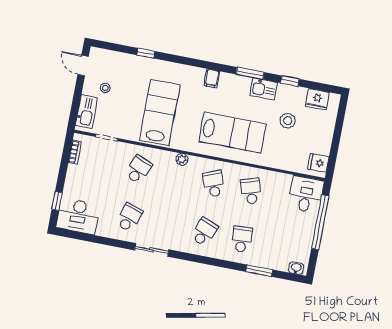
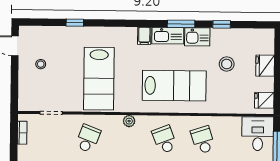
fridge: (317, 99) -> (265, 66), moved, turned 90
kitchen sink: (86, 112) -> (168, 36), moved, turned 90
lab bench: (160, 112) -> (99, 79), turned 180

